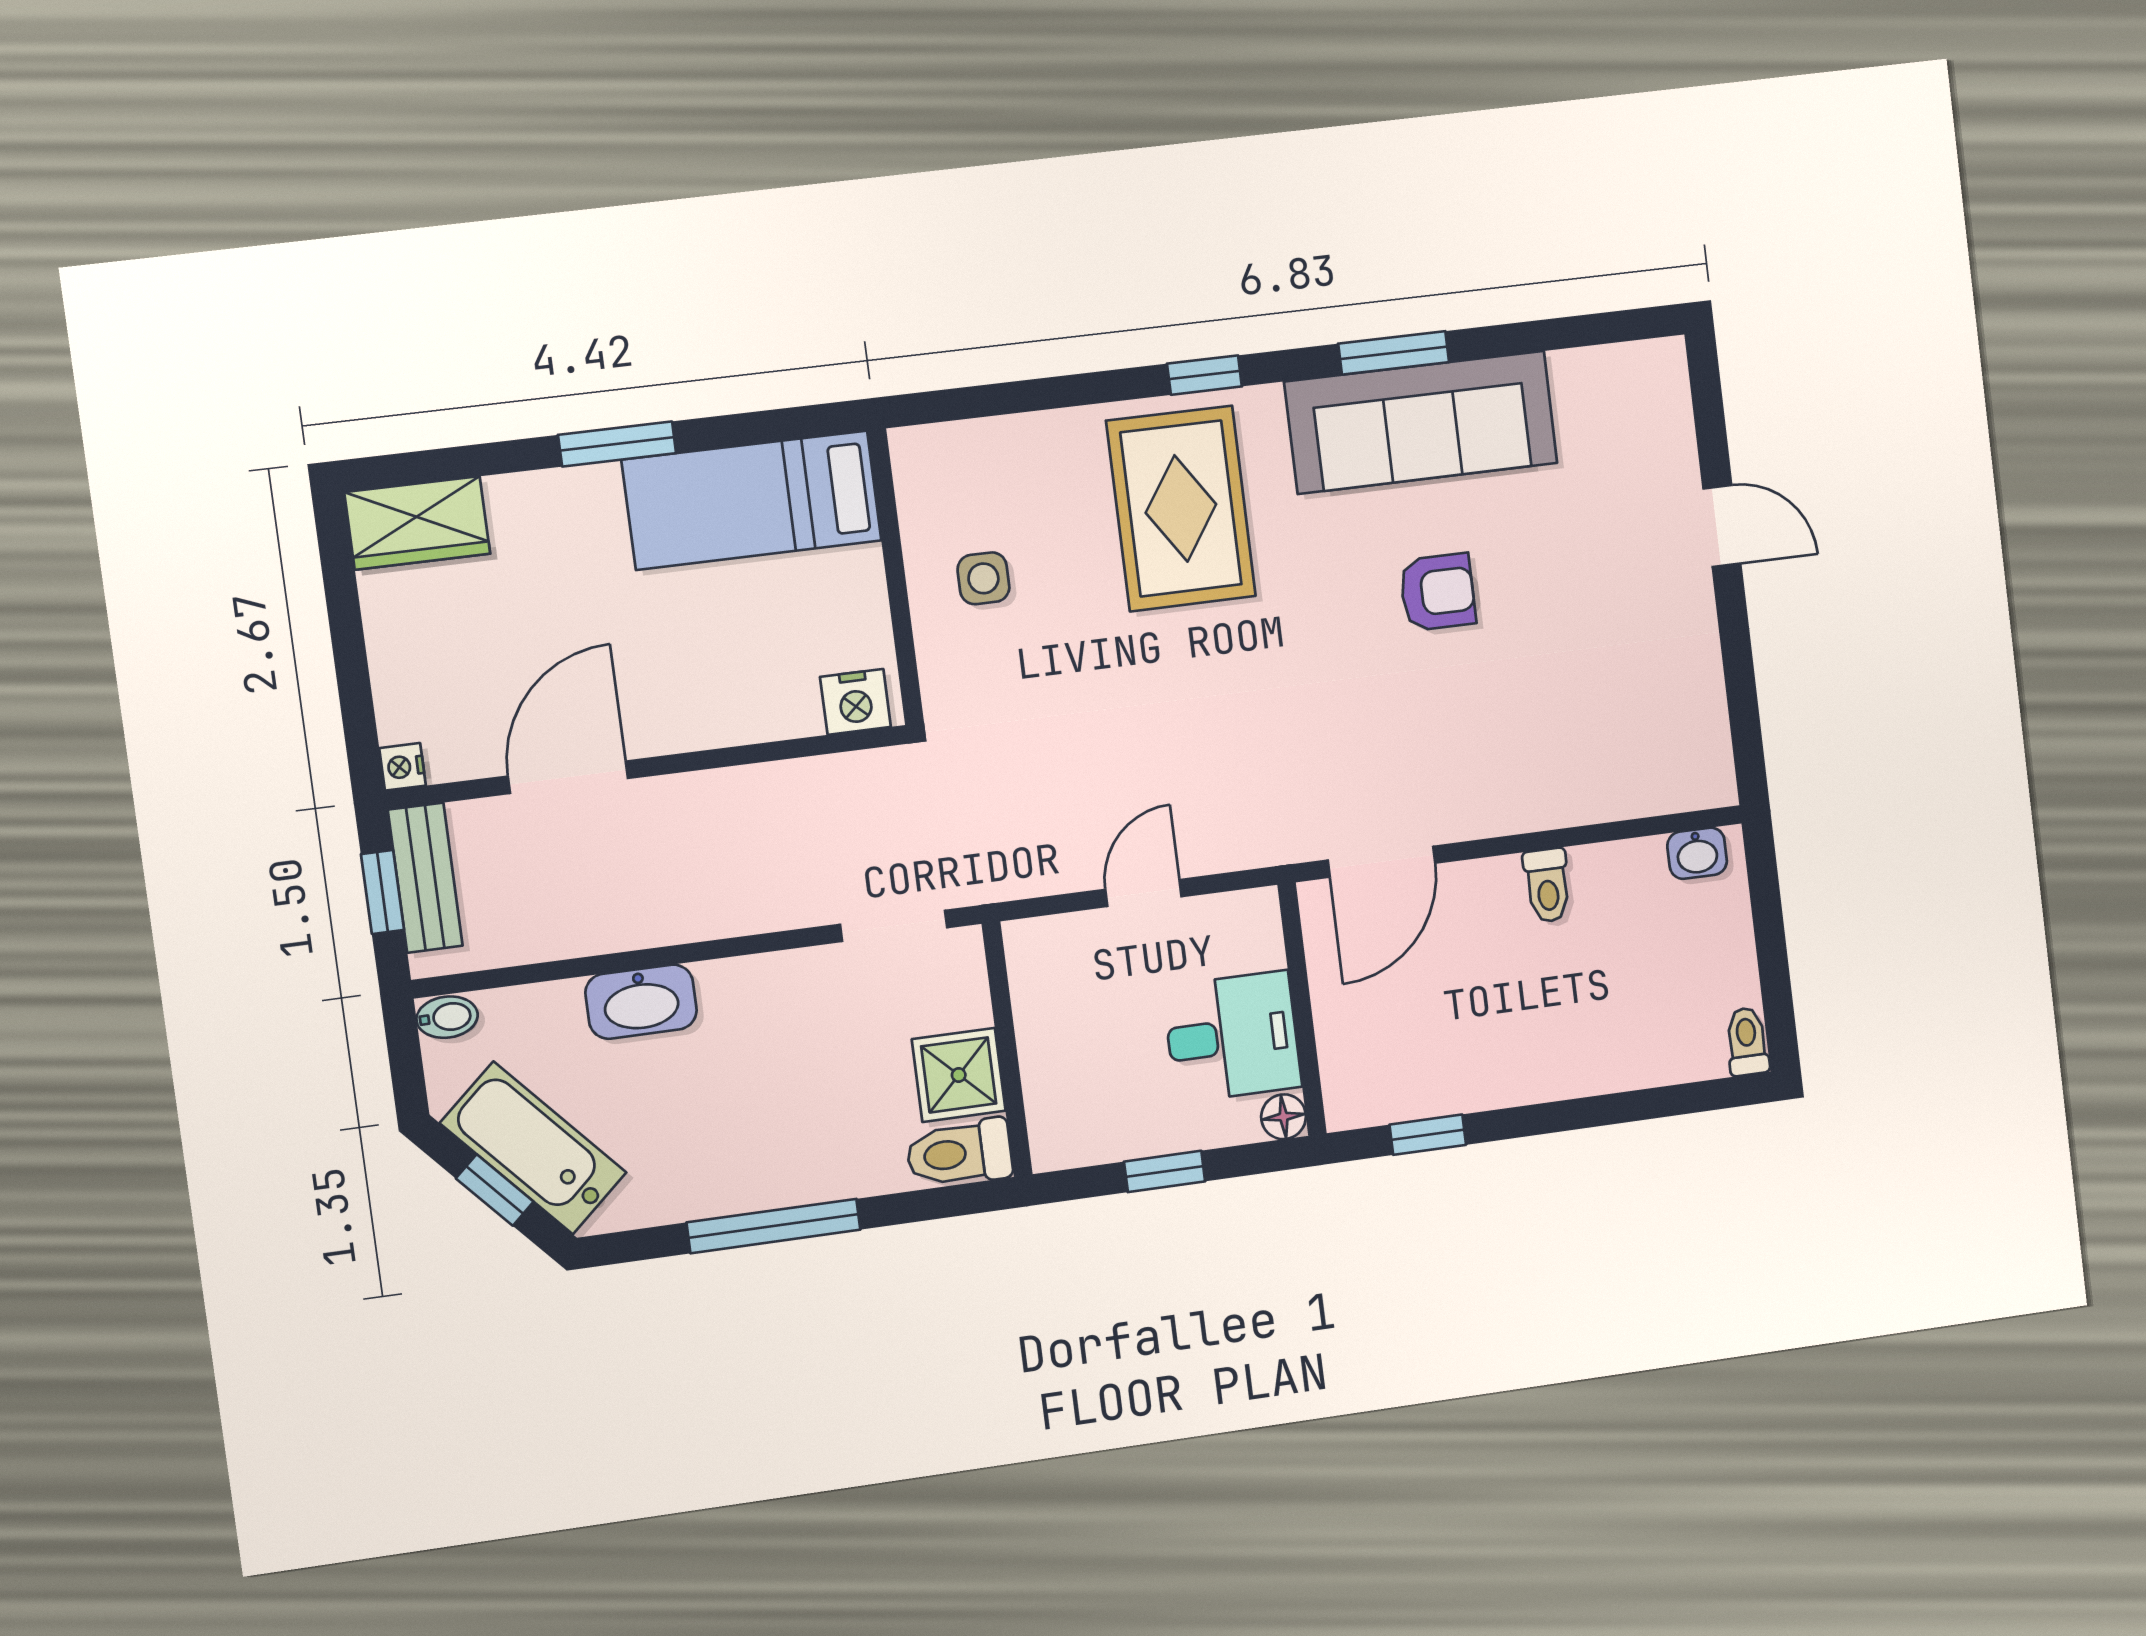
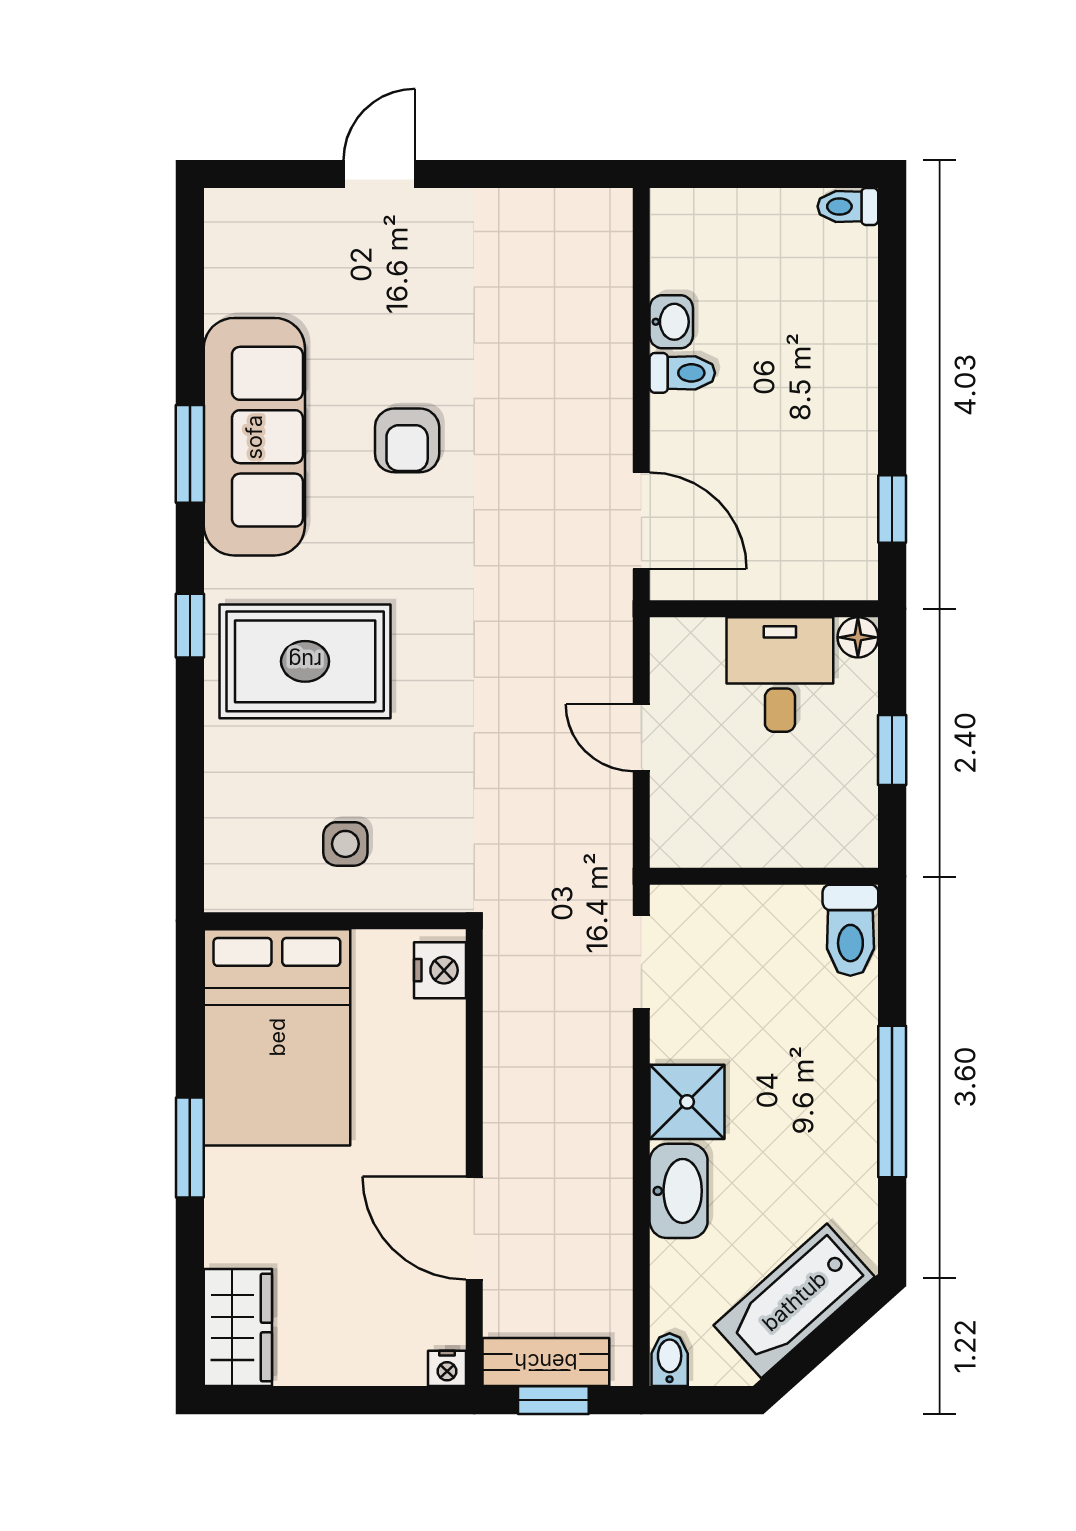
bed: (752, 500) -> (277, 1037), width x1.50
armchair: (1438, 592) -> (407, 440), turned 180
washbasin: (1697, 853) -> (671, 322), moved
shower: (959, 1075) -> (687, 1102), moved
window: (495, 1190) -> (826, 1339), removed

